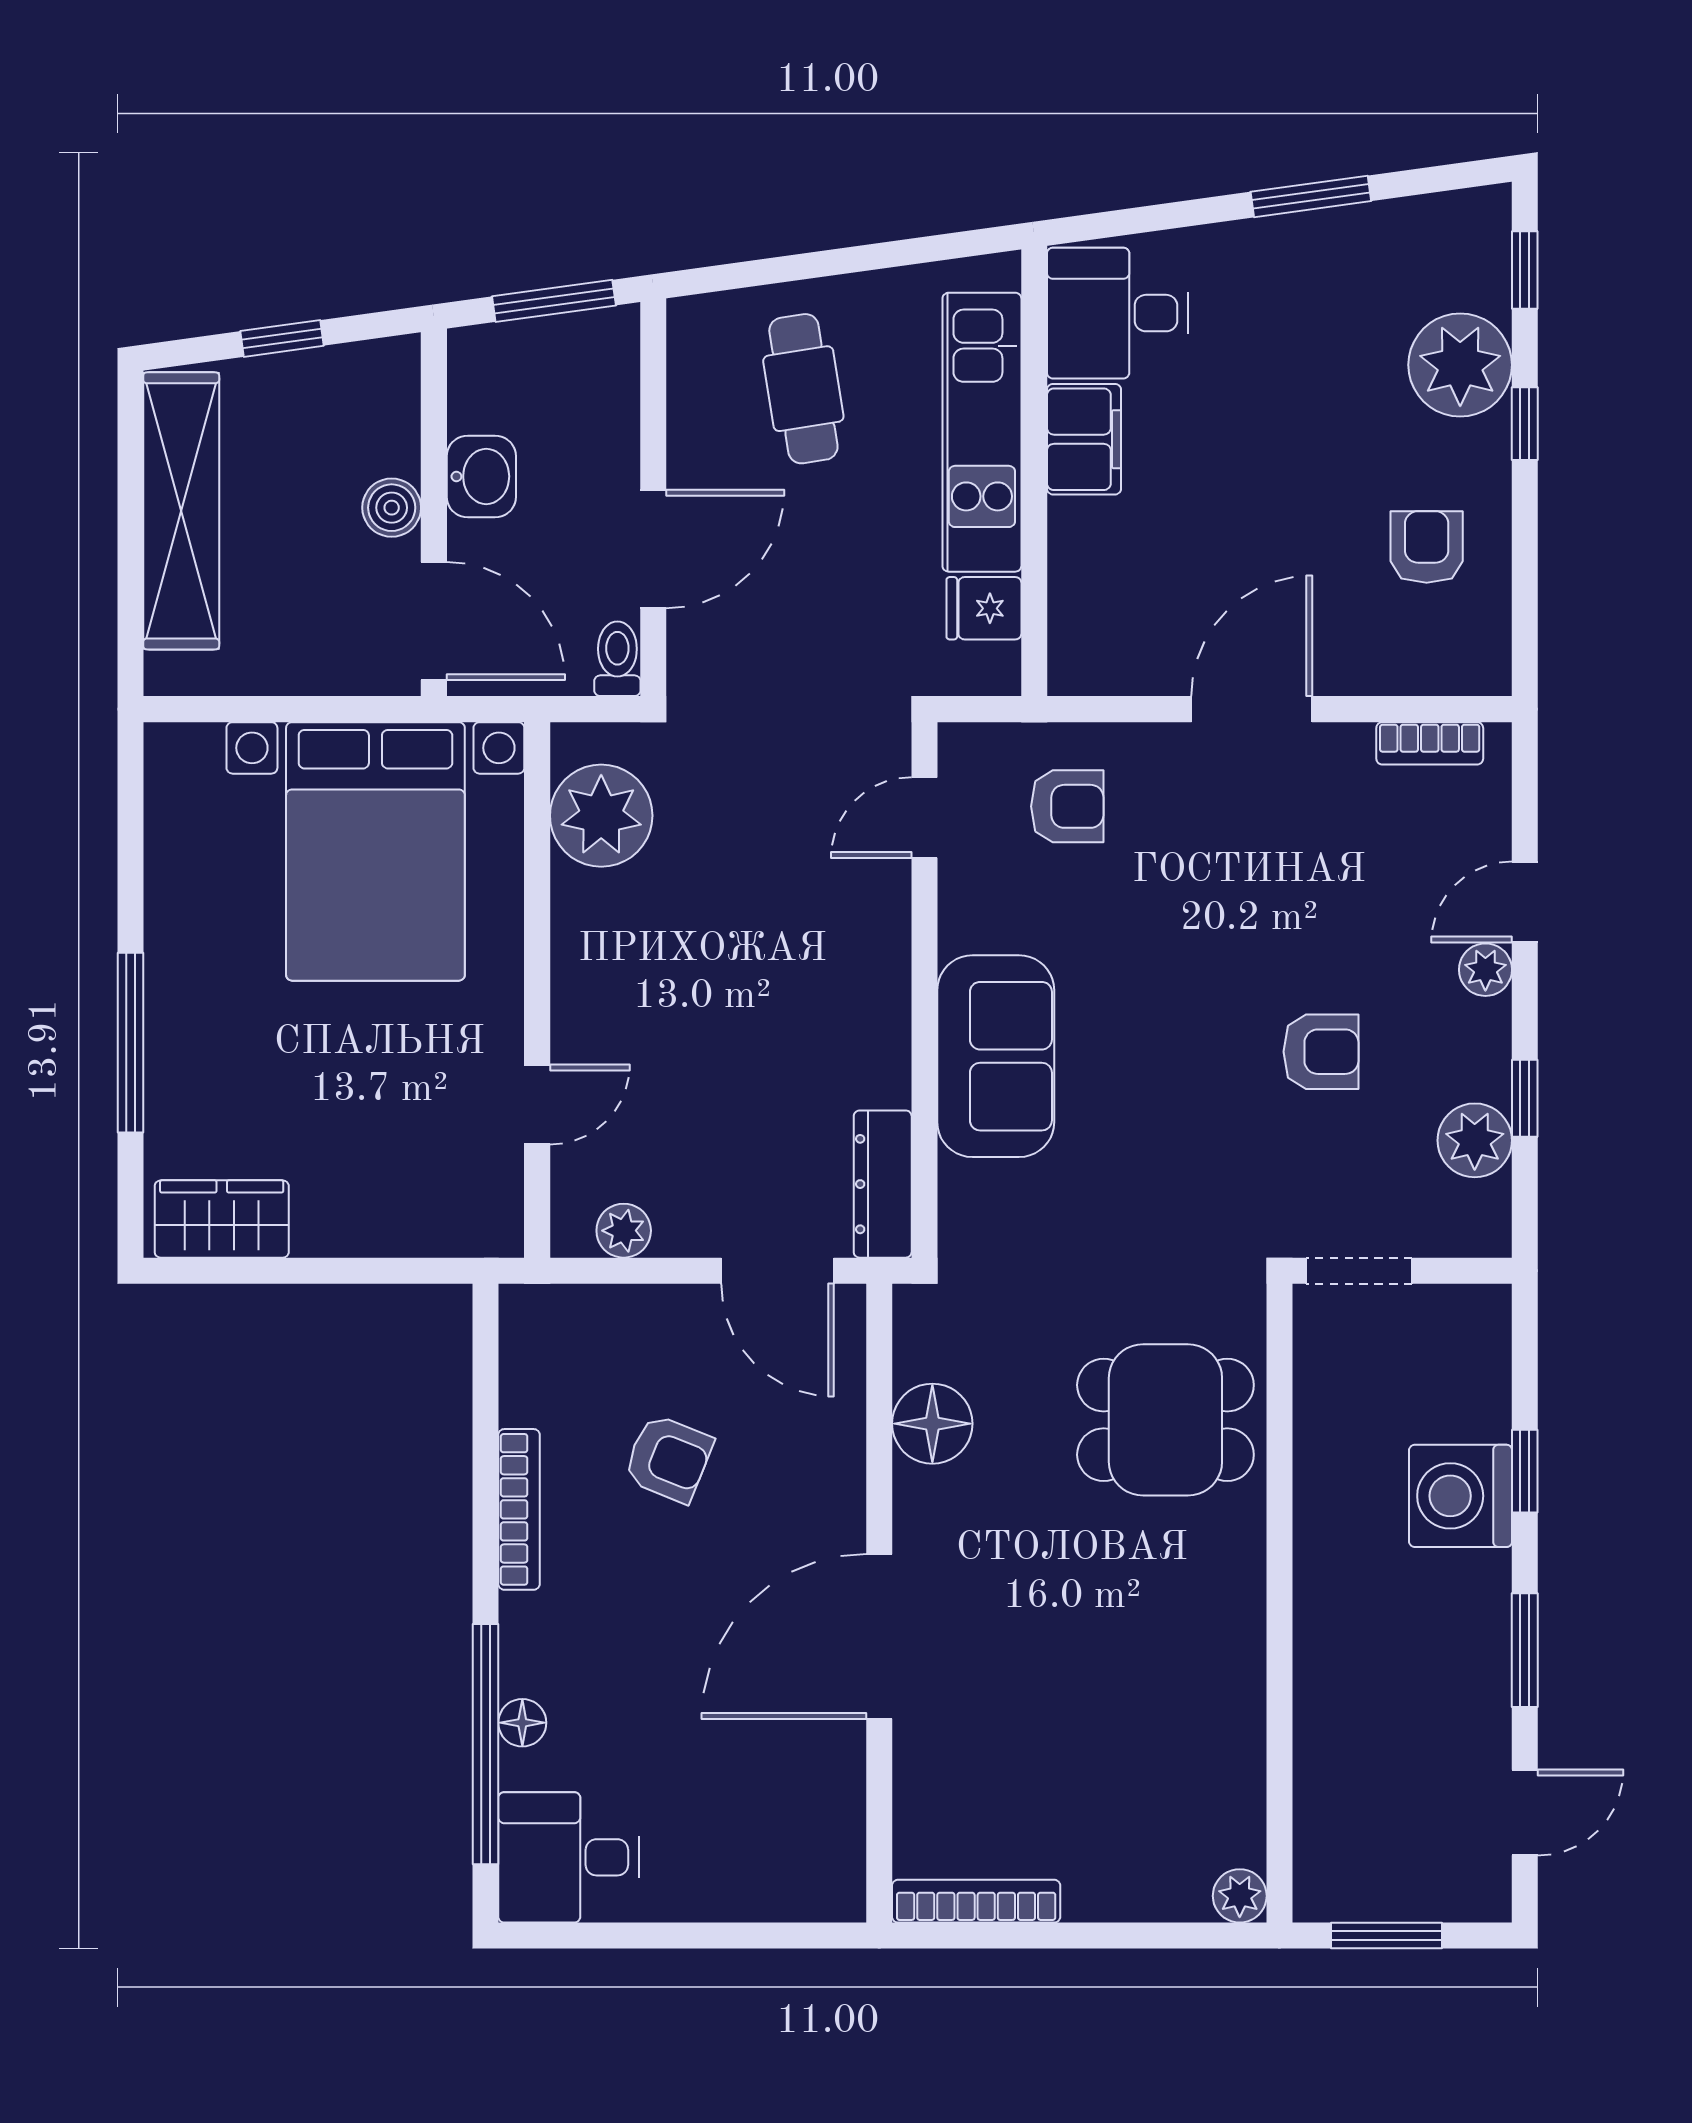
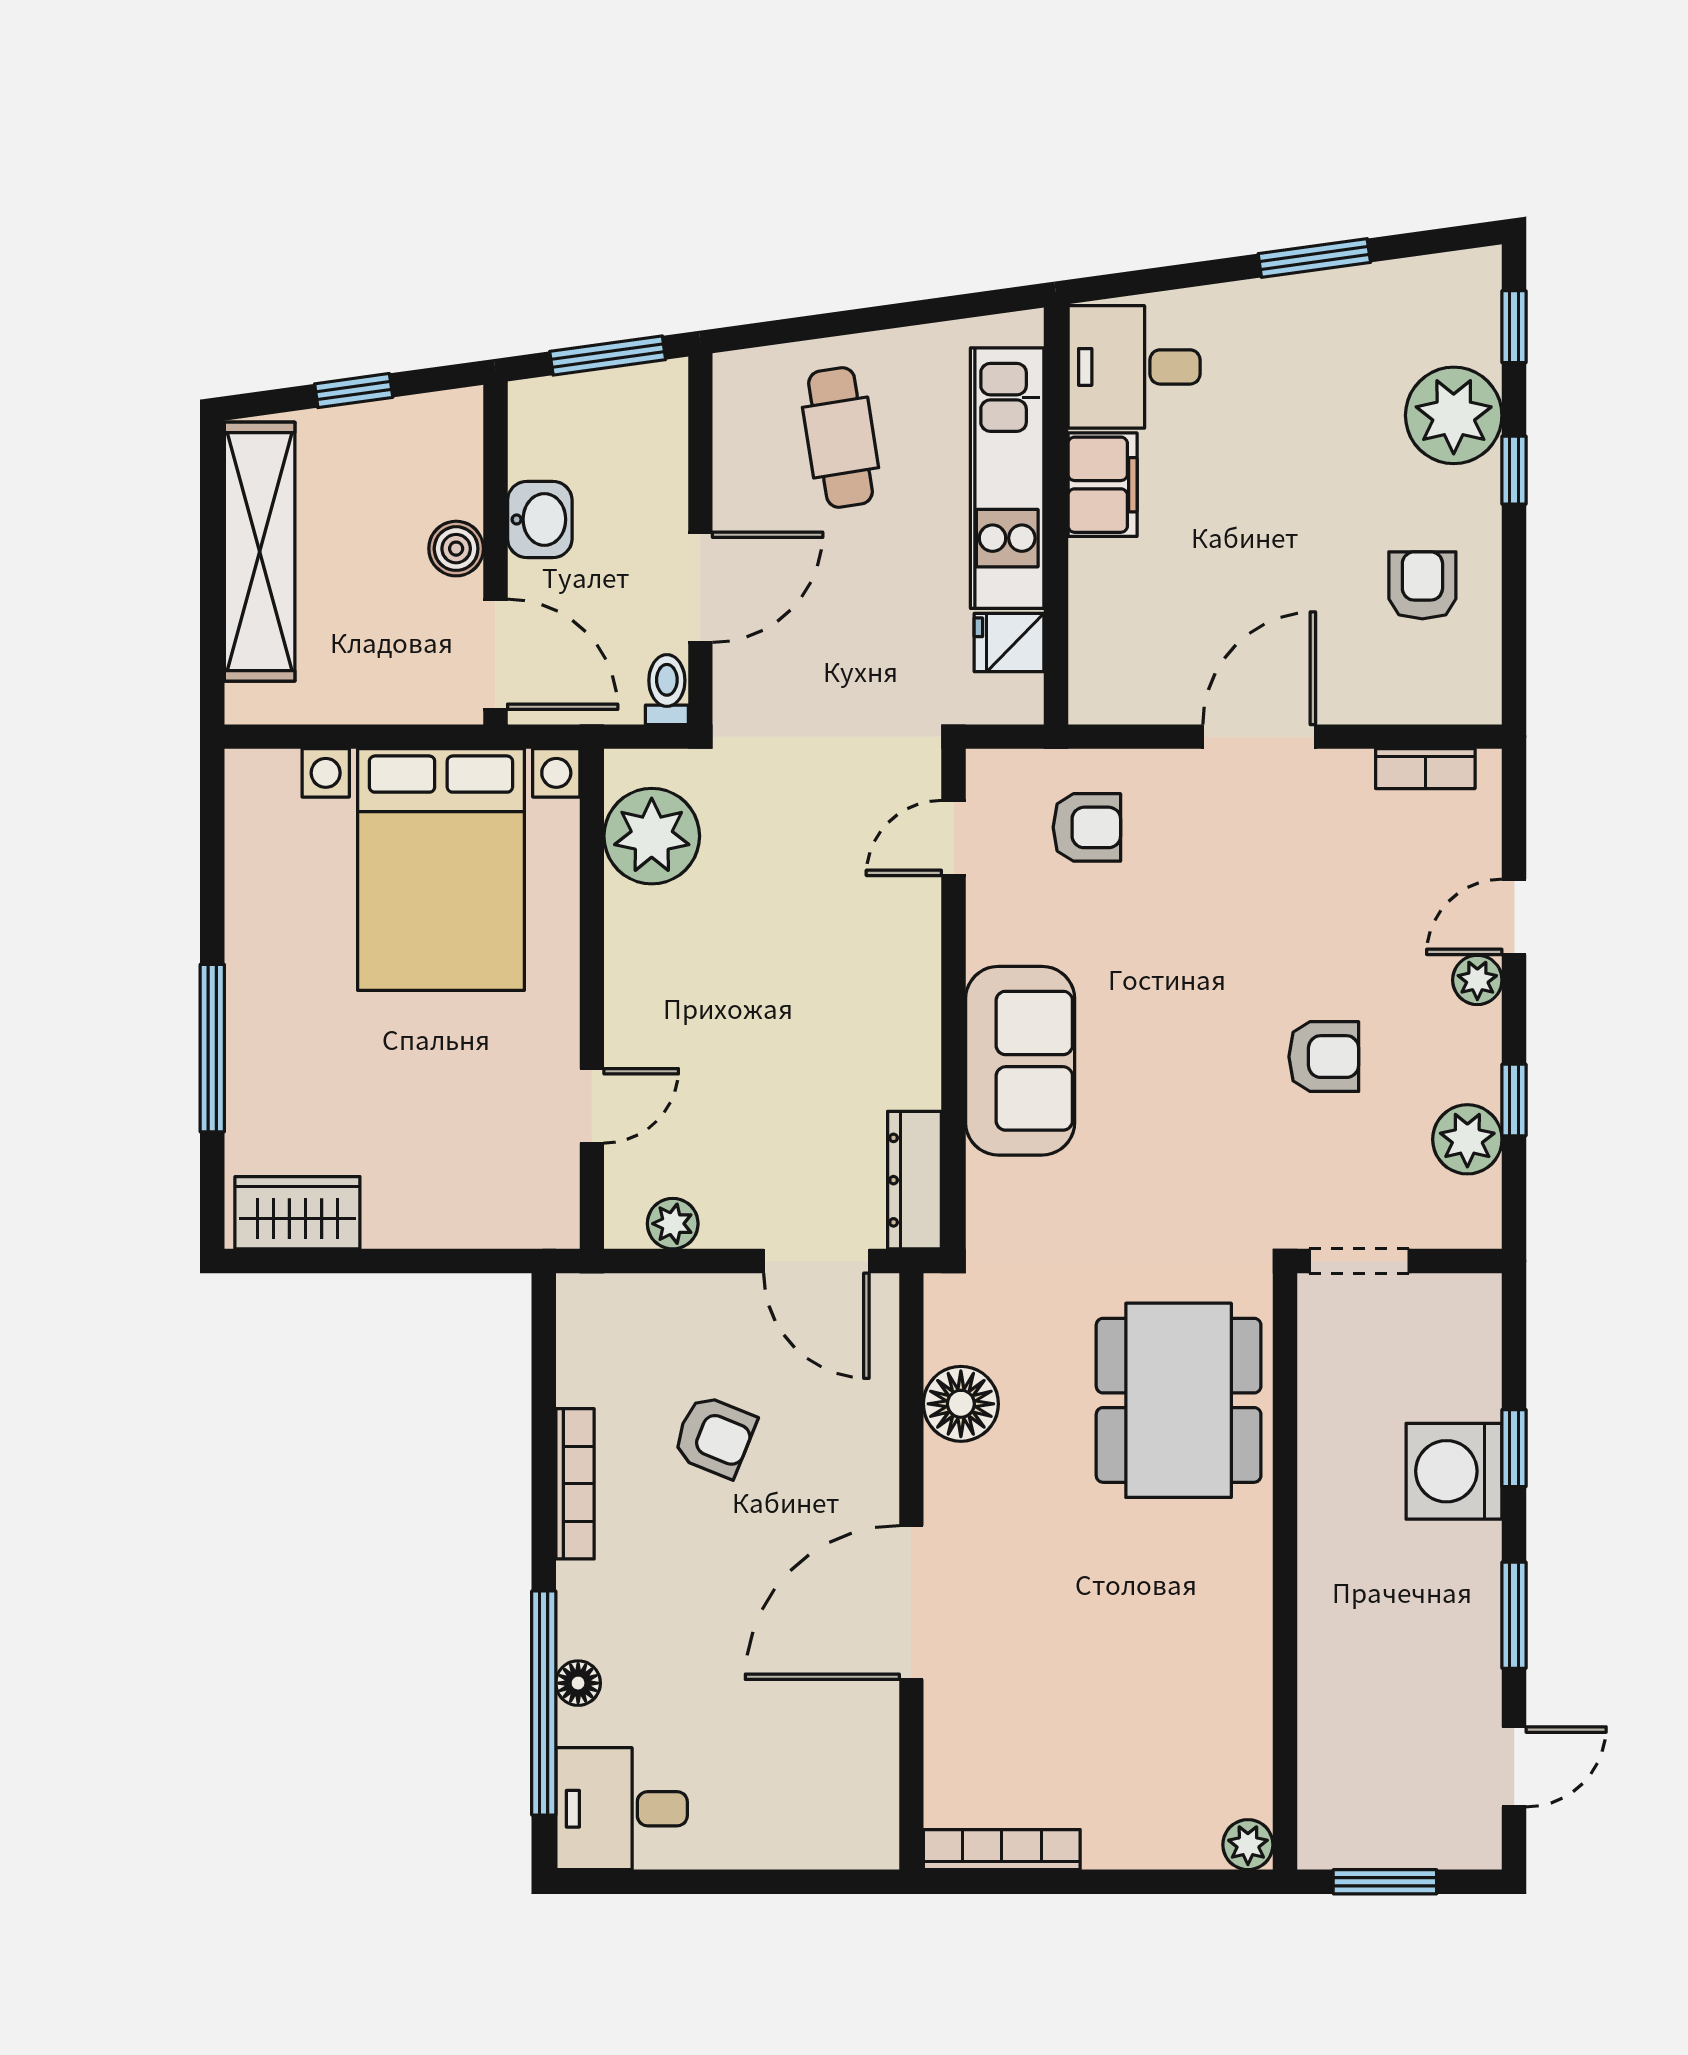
dining table: (1165, 1420) -> (1179, 1400), width x1.38

